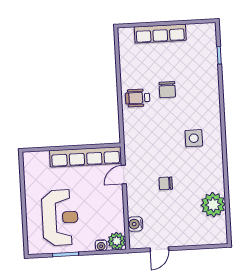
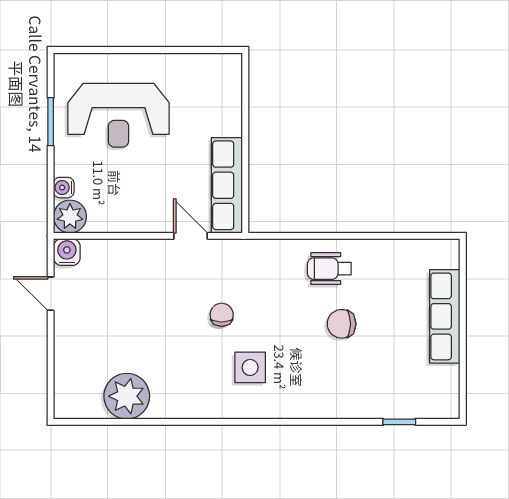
wheelchair: (137, 98) -> (329, 269), turned -90
row of seats: (86, 157) -> (227, 185), width x0.73
chair: (166, 183) -> (222, 315), moved
water cooler: (135, 224) -> (67, 252), moved

